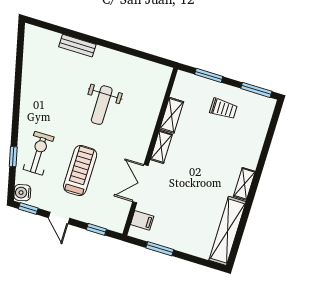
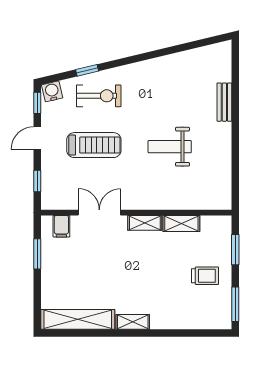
trolley: (223, 109) -> (205, 276), turned -90

